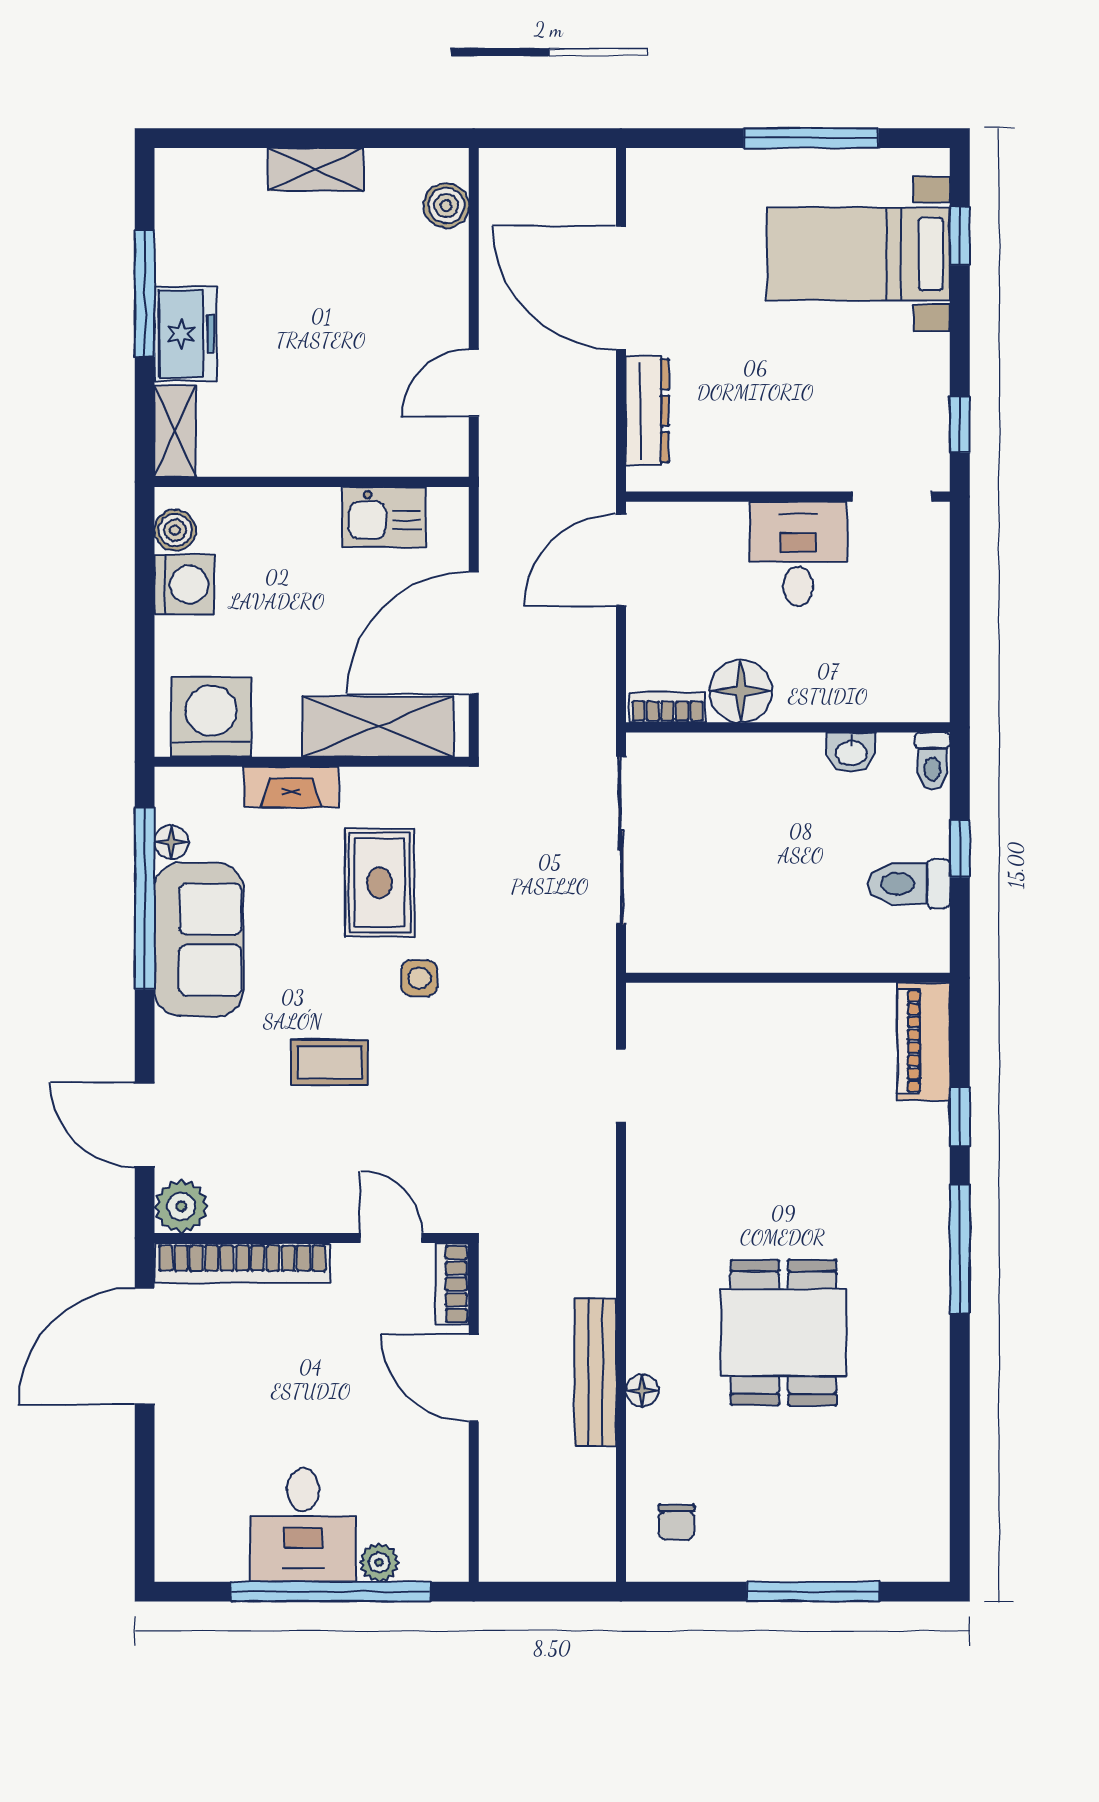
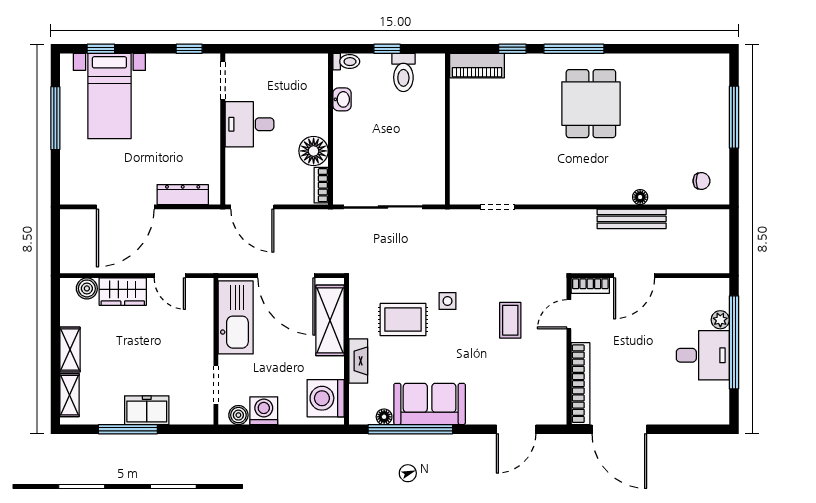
wardrobe: (440, 282) -> (123, 292), added
shelving: (175, 431) -> (70, 395), moved, turned 90
doorway: (240, 482) -> (216, 385), added
kitchen sink: (384, 517) -> (236, 317), width x1.88, depth x1.24
coffee table: (330, 1063) -> (510, 320), moved
plant: (181, 1206) -> (554, 412), removed
dining table: (784, 1333) -> (591, 104), moved, turned 90

